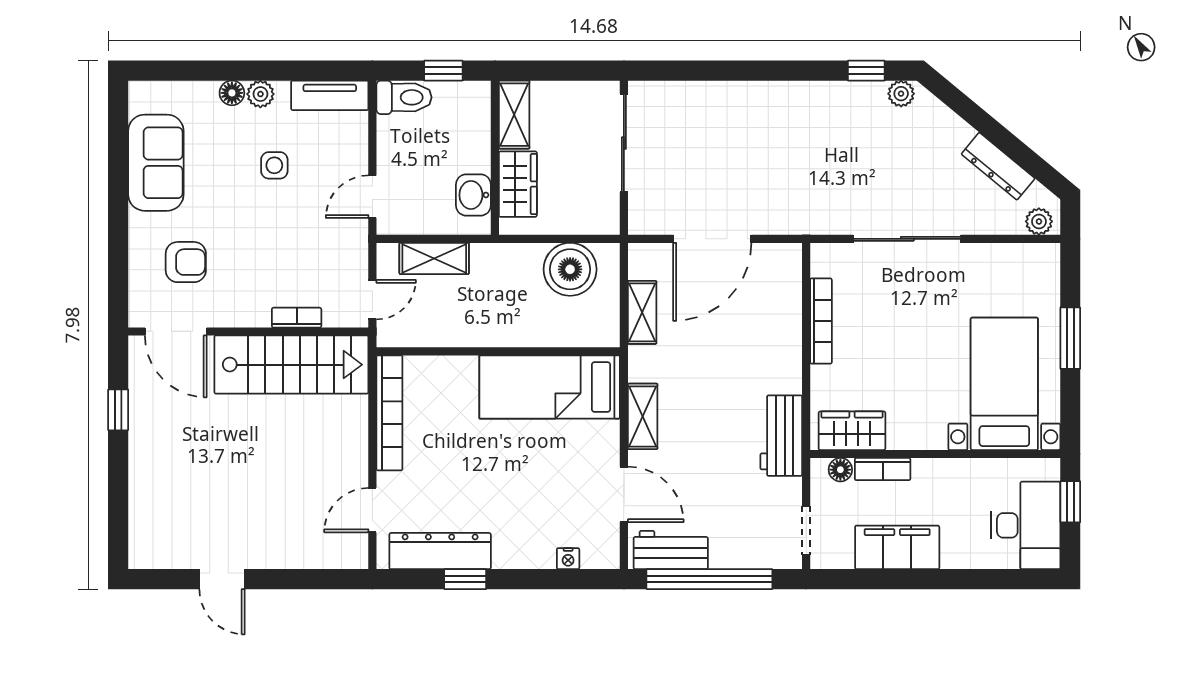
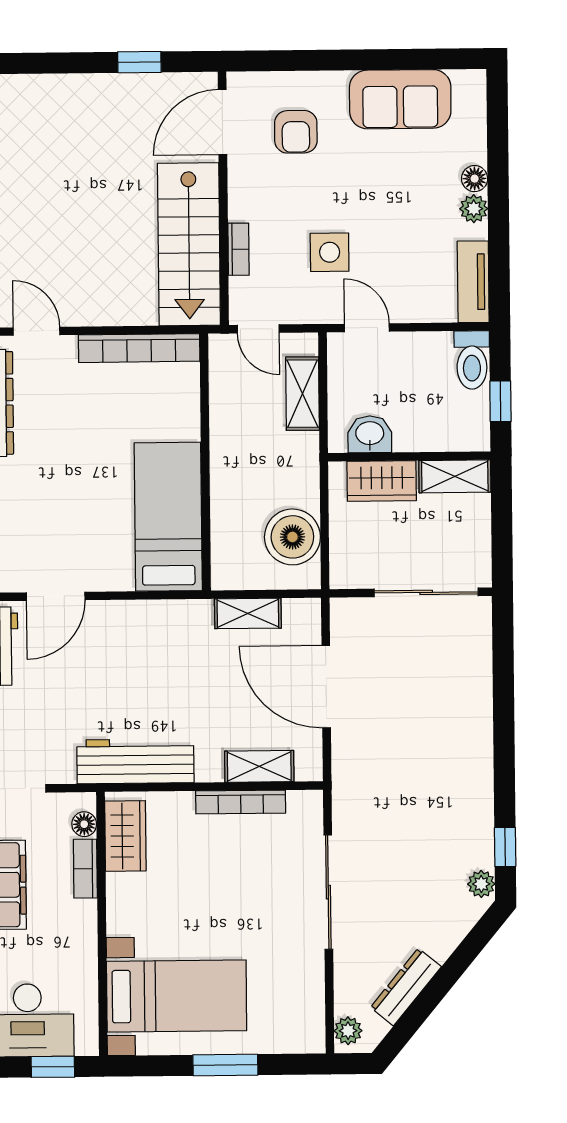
side table: (274, 165) -> (330, 252), moved, width x1.37, depth x1.37
shelving: (643, 416) -> (259, 766), moved
workbench: (781, 436) -> (135, 761), width x1.38

